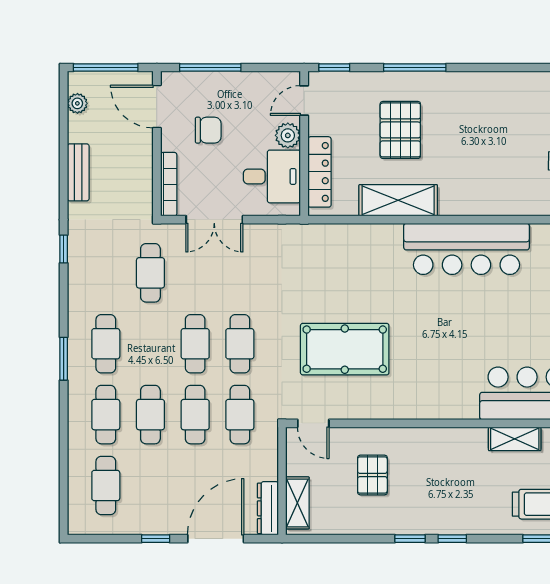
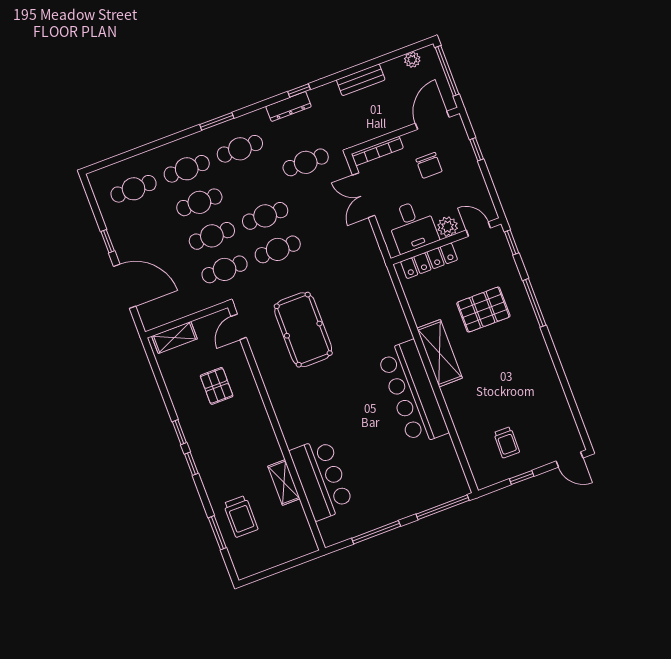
window: (210, 68) -> (477, 149), width x0.46
shelving: (398, 200) -> (440, 353), moved
pallet: (372, 475) -> (217, 386), turned 90
dresser: (268, 508) -> (289, 107), moved, turned 180

